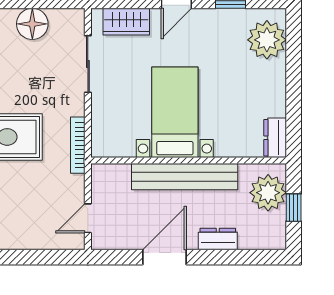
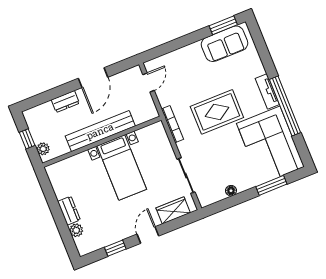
floor lamp: (32, 24) -> (231, 191), width x0.53, depth x0.53
plant: (267, 40) -> (76, 230), width x0.53, depth x0.53
dresser: (275, 138) -> (69, 211), moved
plant: (268, 193) -> (43, 149), width x0.53, depth x0.53

